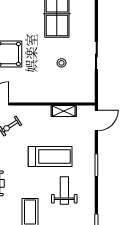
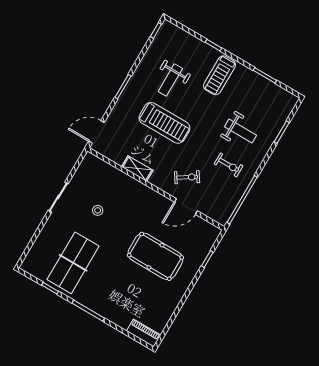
shelving: (64, 111) -> (137, 168), moved
treadmill: (50, 156) -> (164, 123), turned 180

